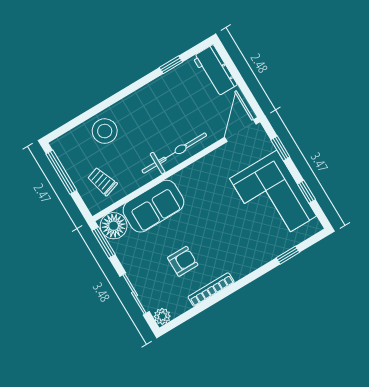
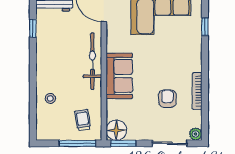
stool: (105, 131) -> (50, 98), width x0.53, depth x0.53
window: (61, 172) -> (77, 143), moved
trolley: (102, 181) -> (83, 120), turned 99
sofa: (153, 206) -> (119, 76), moved

